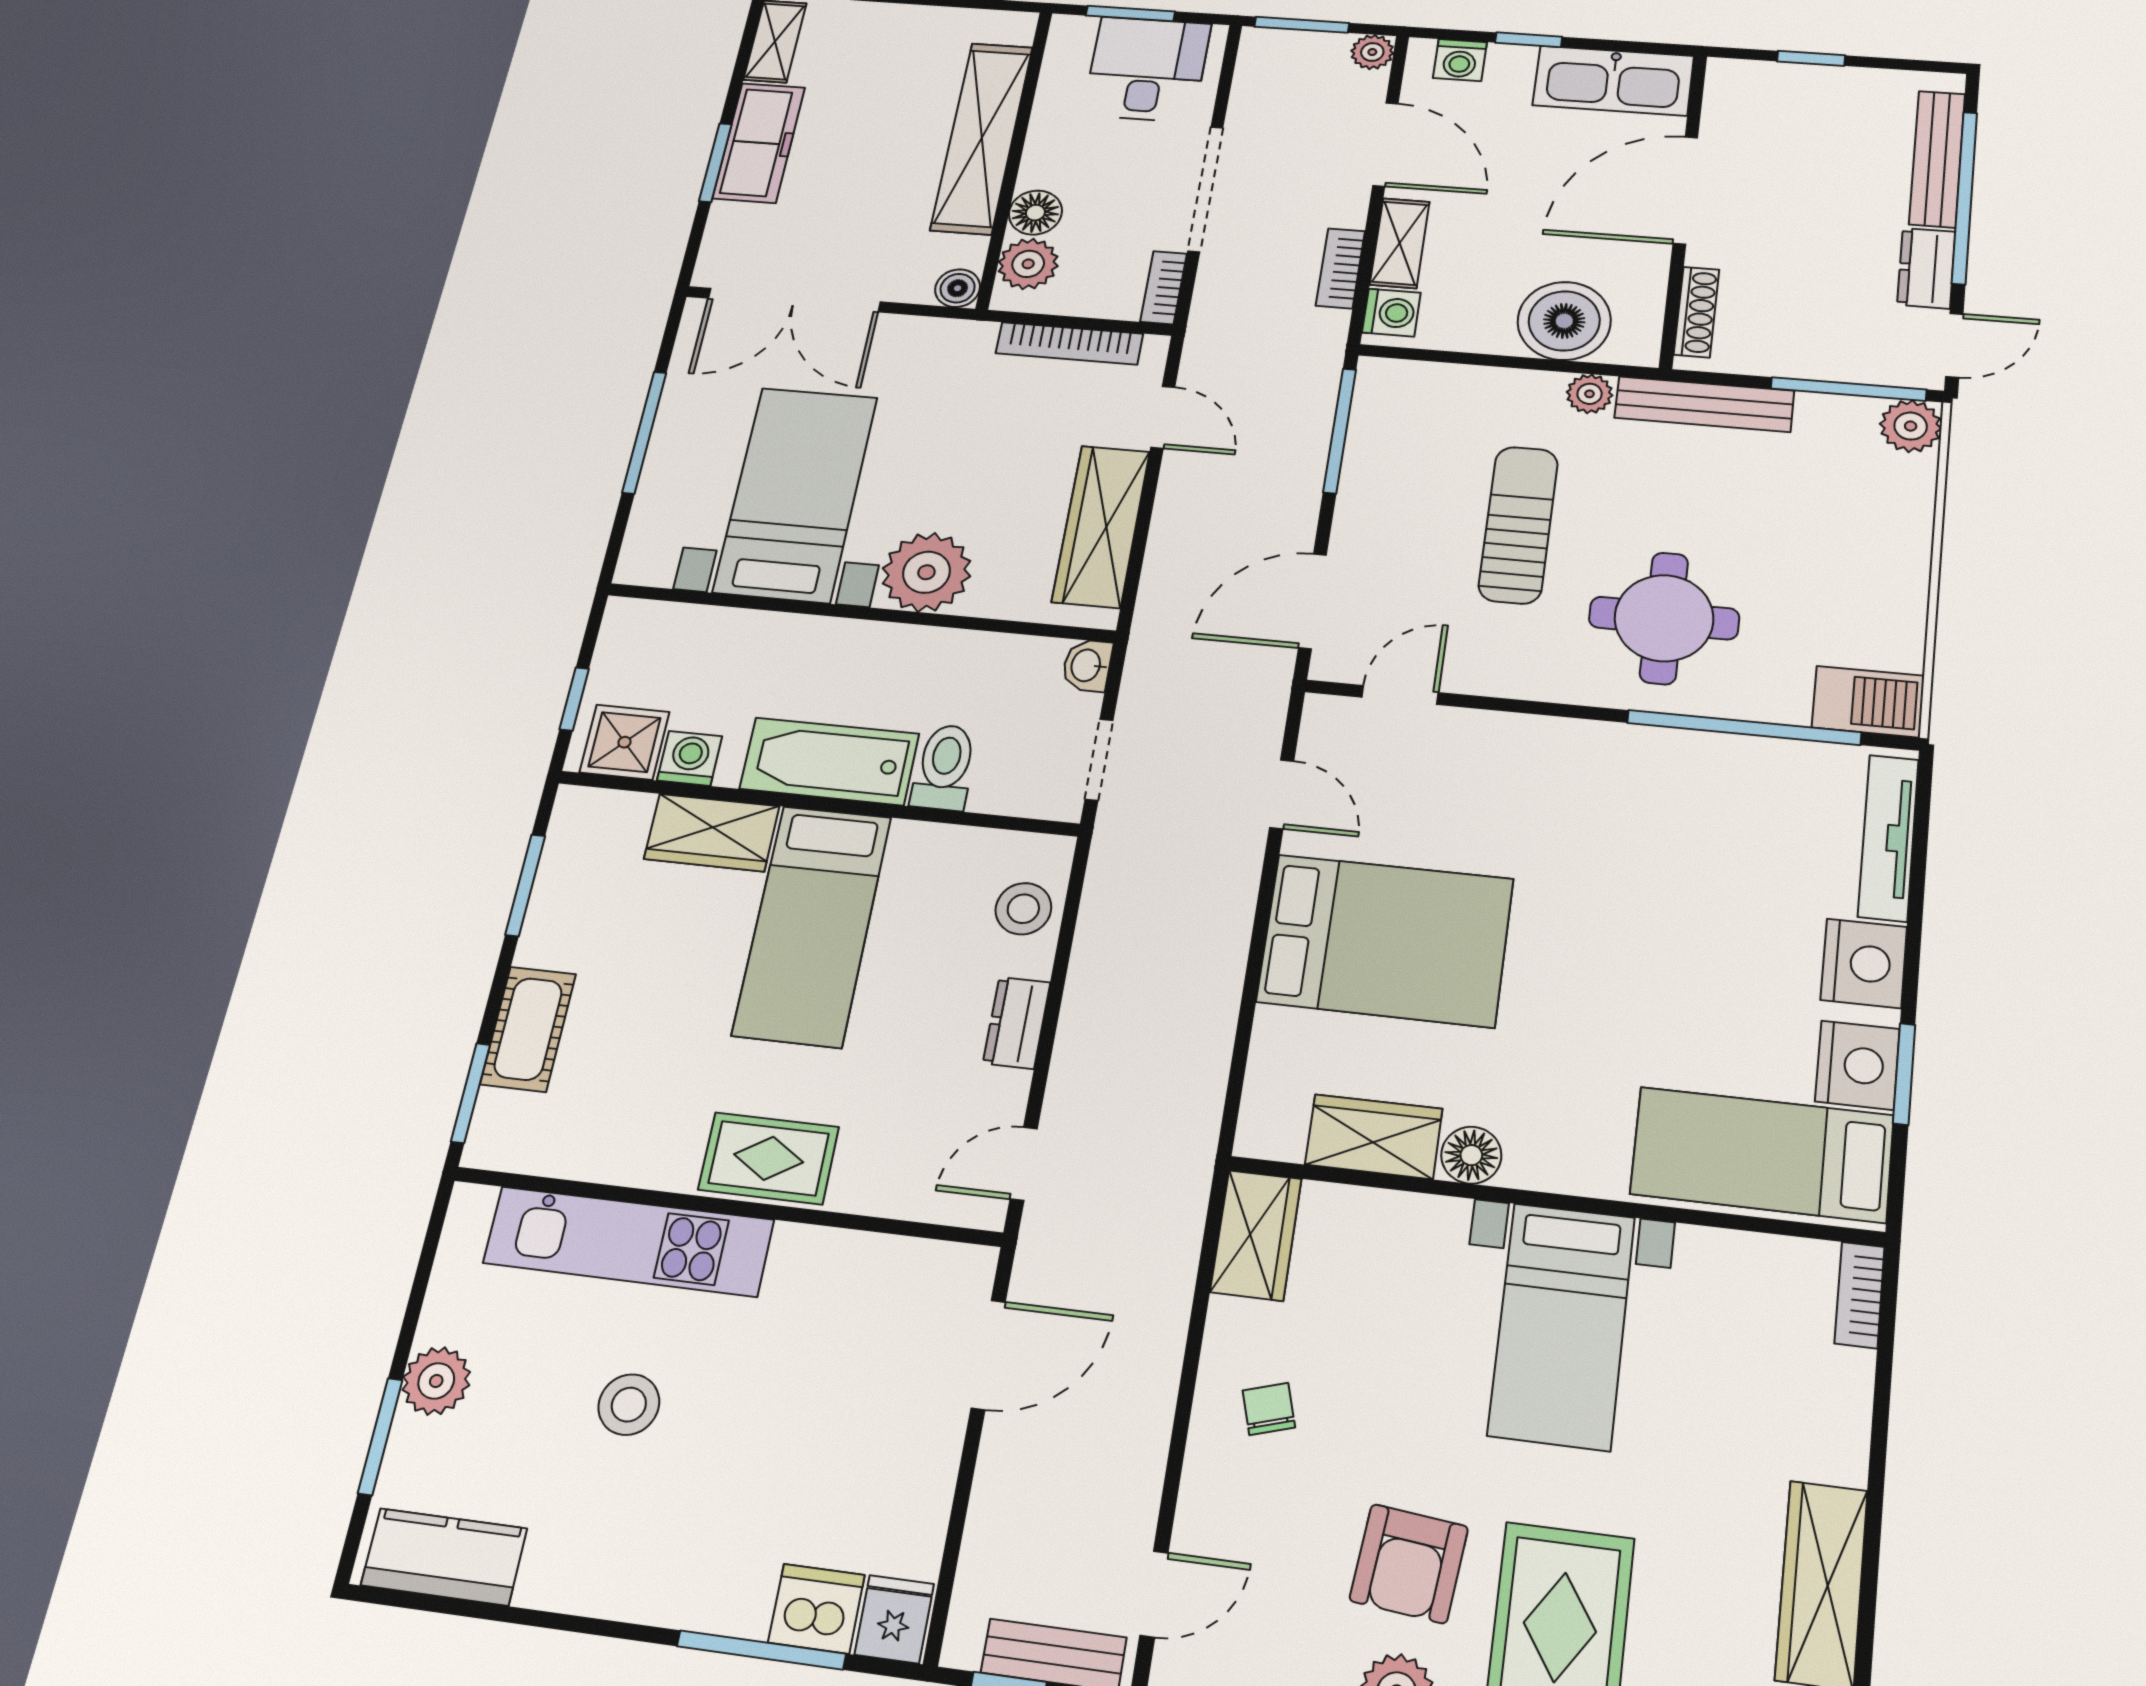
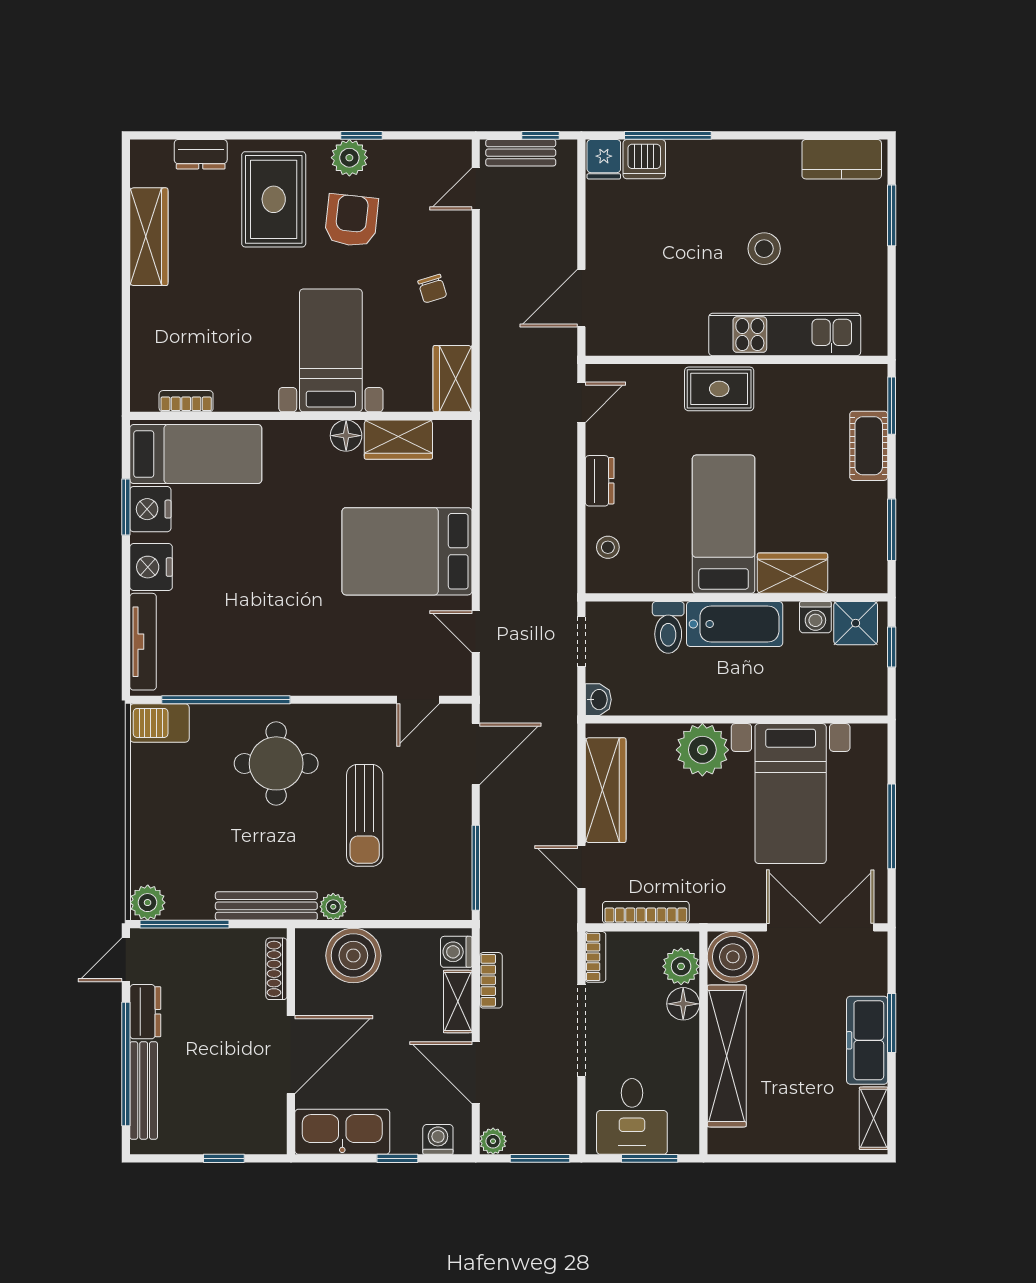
boiler: (958, 288) -> (733, 957), width x1.86, depth x1.86
stool: (1023, 909) -> (608, 547), width x0.73, depth x0.73
bookcase: (1860, 1295) -> (186, 401), moved, turned -90
bed with nightstands: (1562, 1326) -> (331, 350), moved
plant: (436, 1381) -> (869, 248), removed

